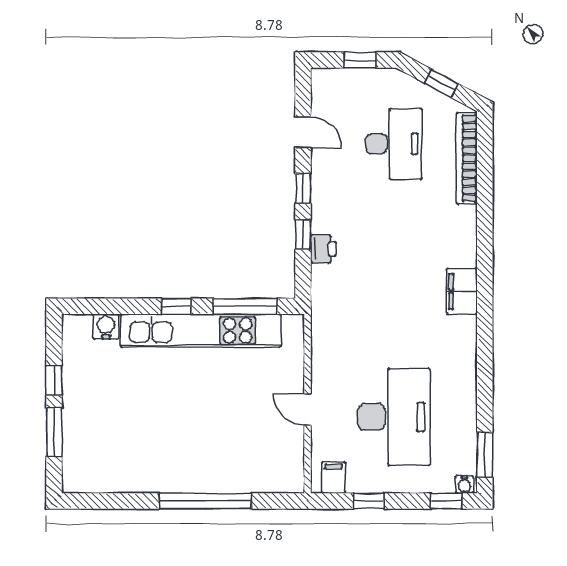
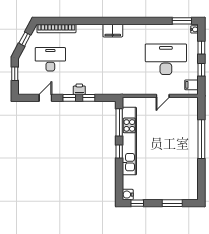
printer: (323, 249) -> (79, 89), moved
water cooler: (106, 327) -> (128, 195), moved
window: (54, 380) -> (137, 203), moved
window: (446, 501) -> (201, 48), moved

